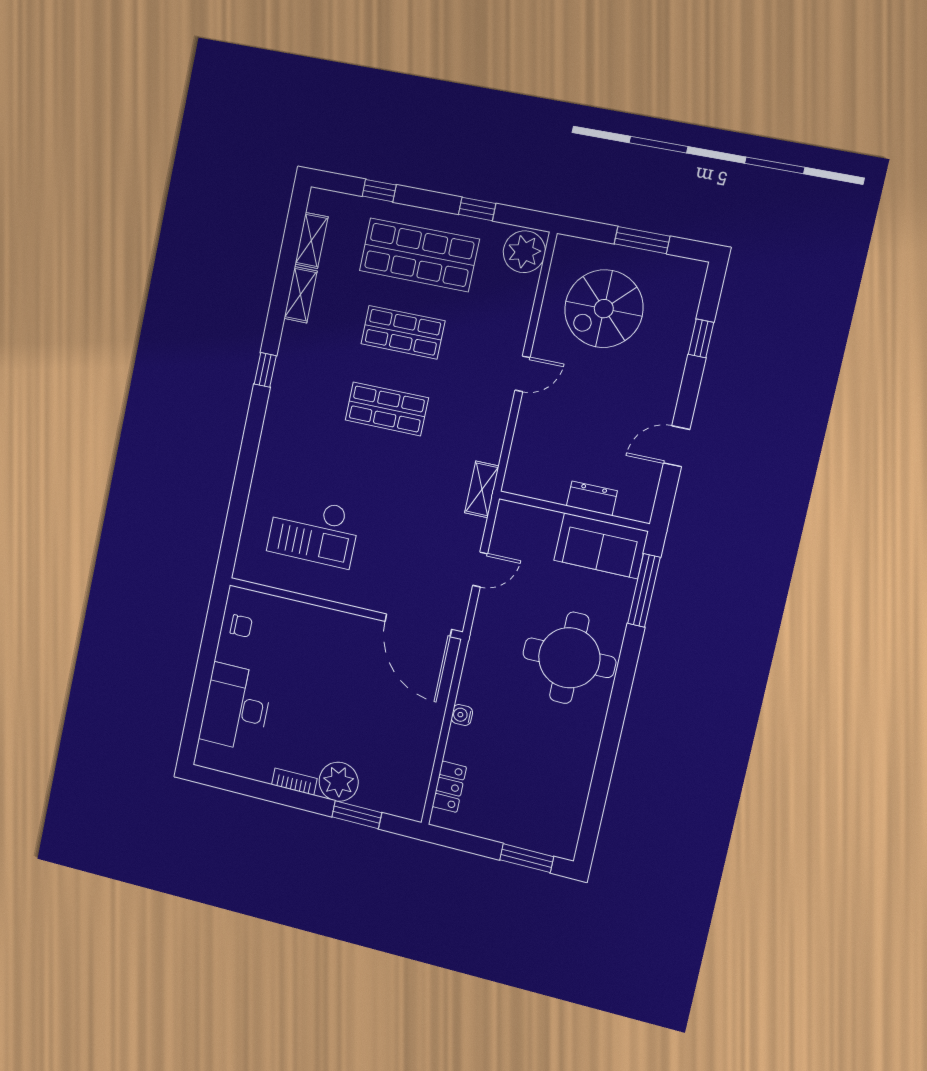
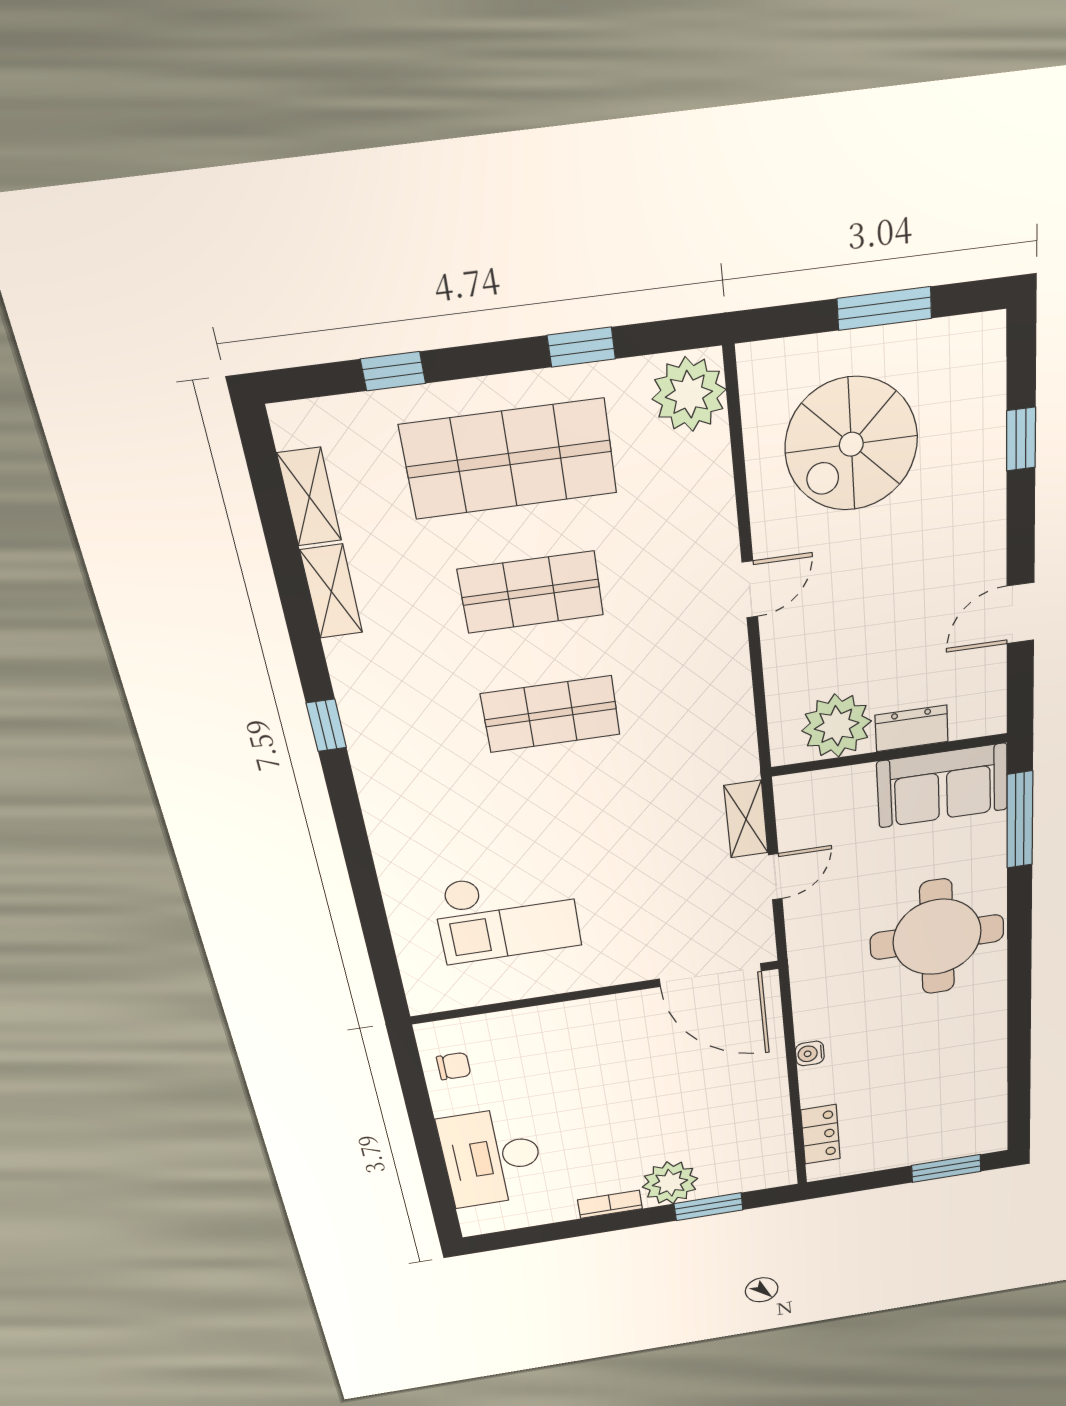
plant: (547, 479) -> (837, 726), added
shelving: (482, 489) -> (746, 819), moved

